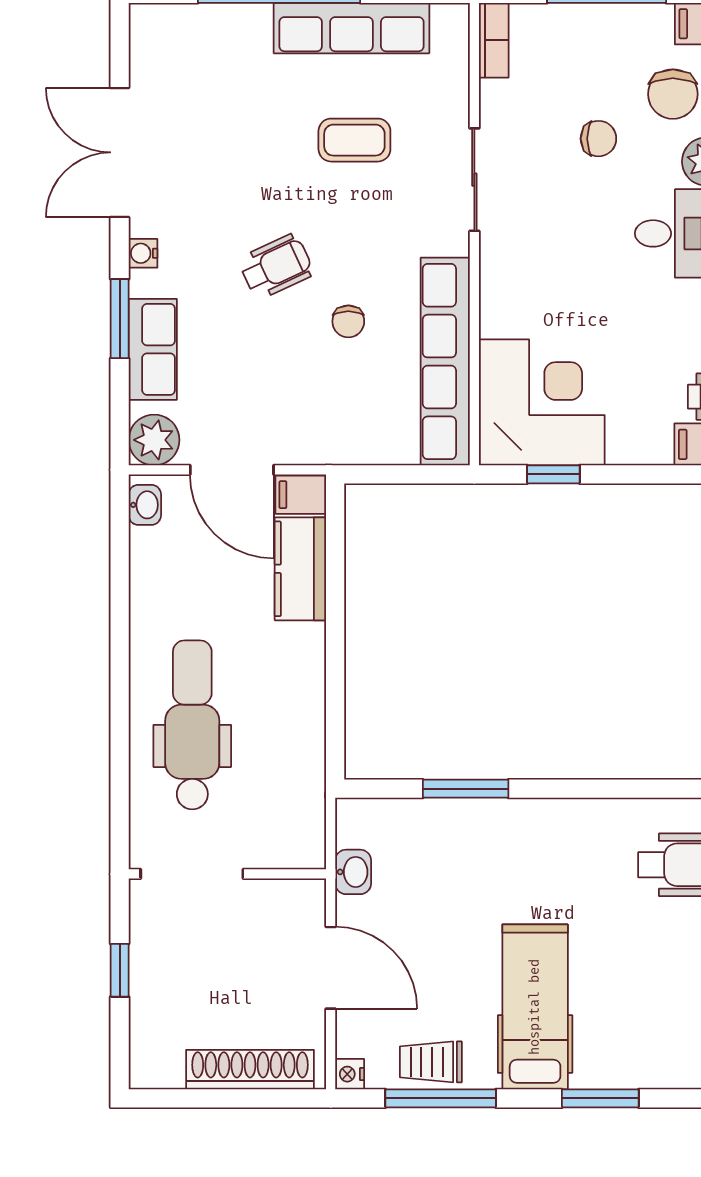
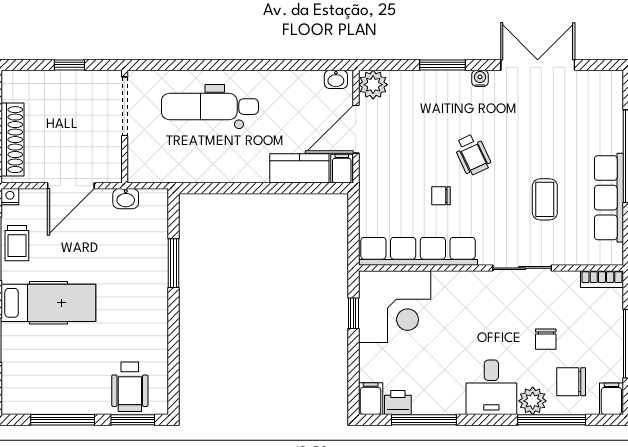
row of seats: (153, 349) -> (425, 84), removed
dental chair: (192, 725) -> (210, 107), turned 180
trolley: (431, 1062) -> (17, 243), turned 180

